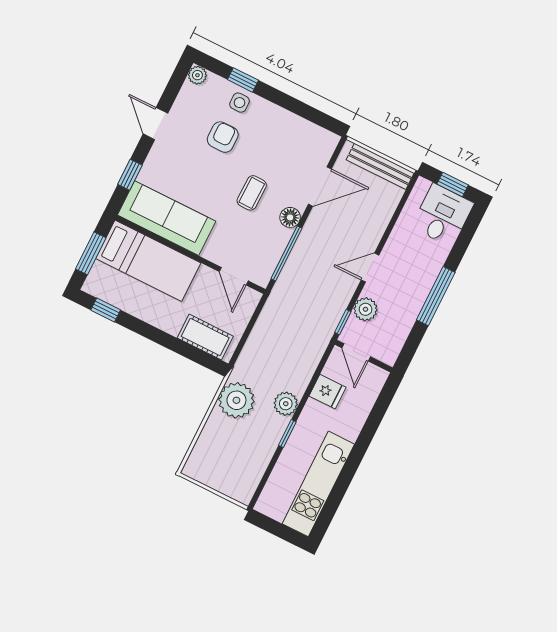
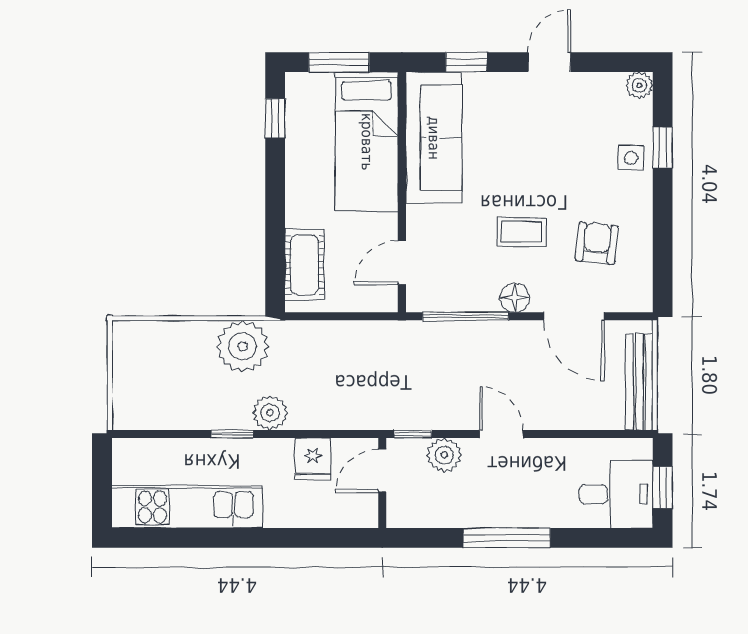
armchair: (223, 137) -> (597, 243), moved, turned -84

